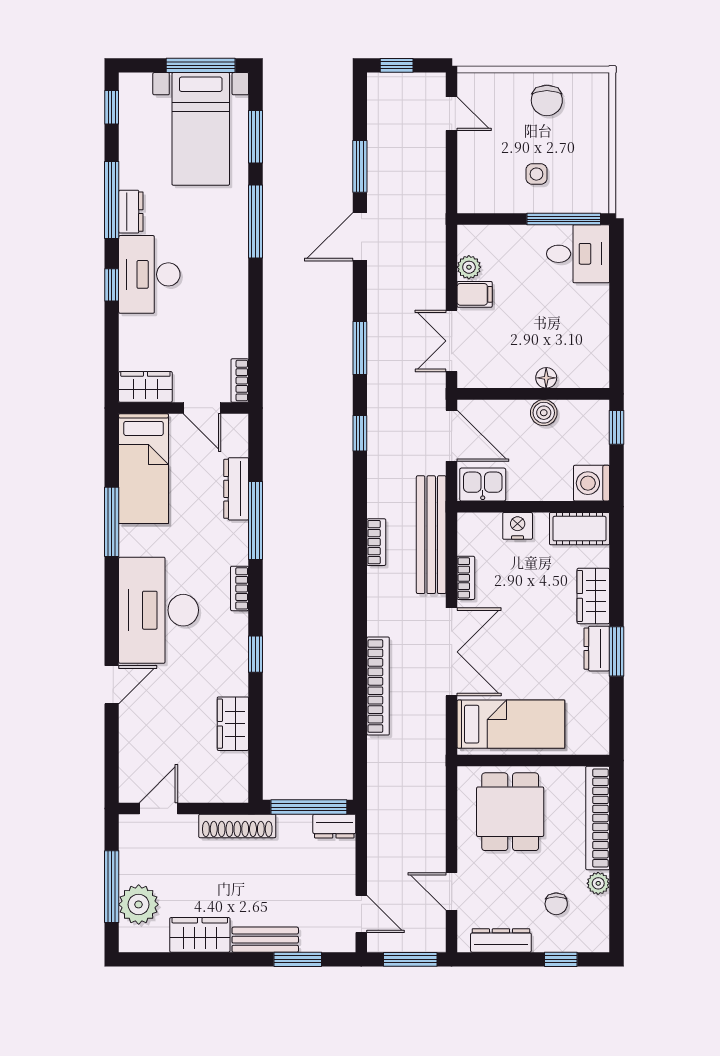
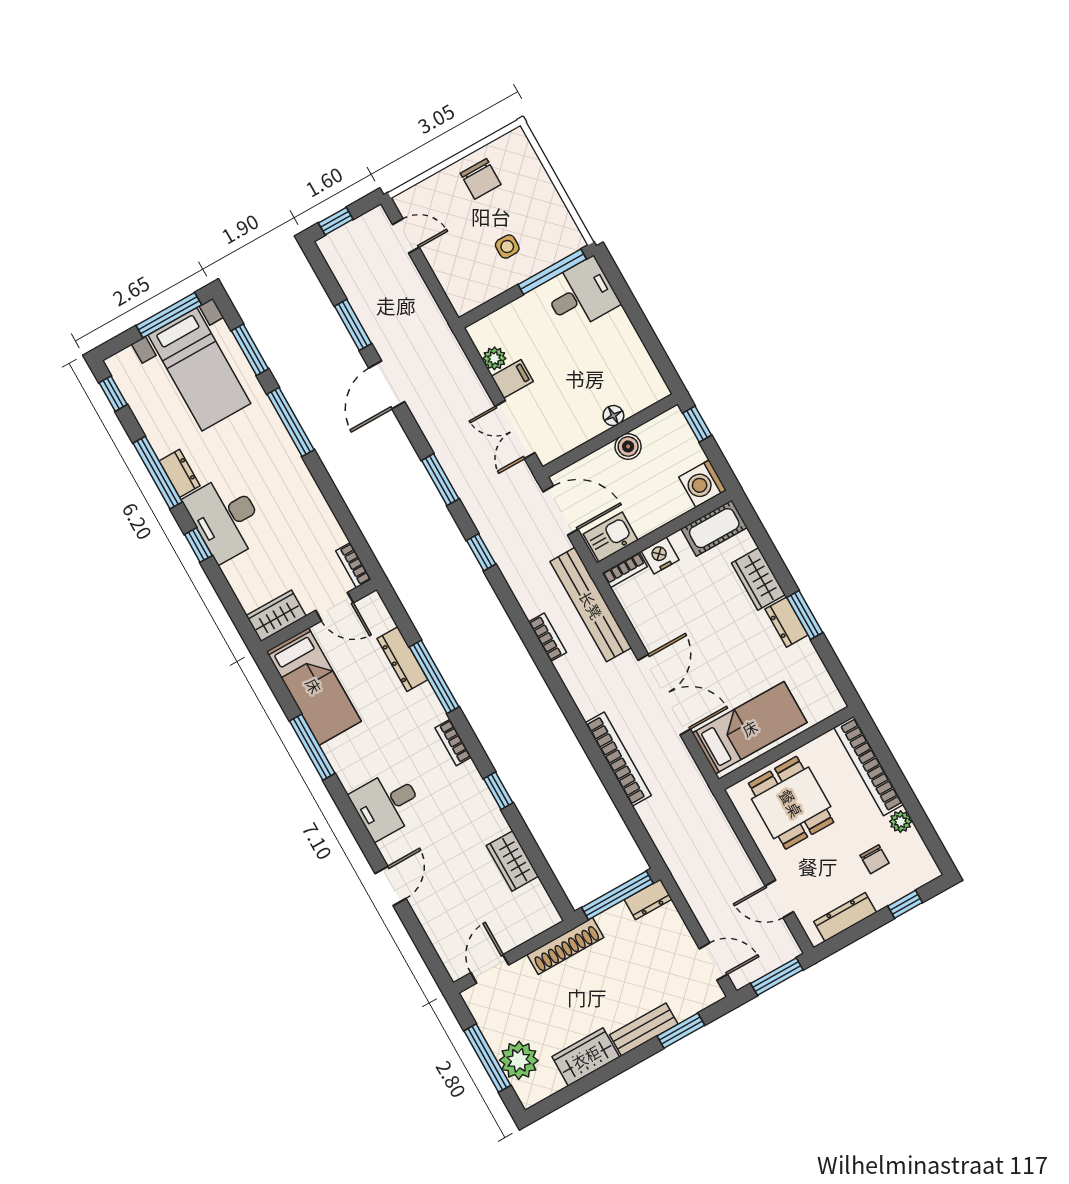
bookcase: (466, 578) -> (625, 570), moved, turned 90
desk: (159, 610) -> (387, 804), width x0.53, depth x0.77

